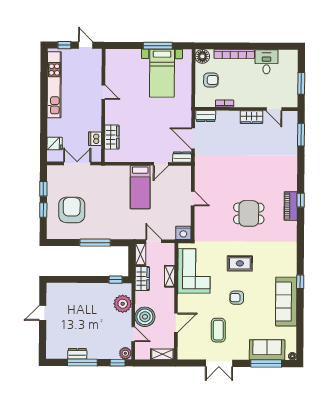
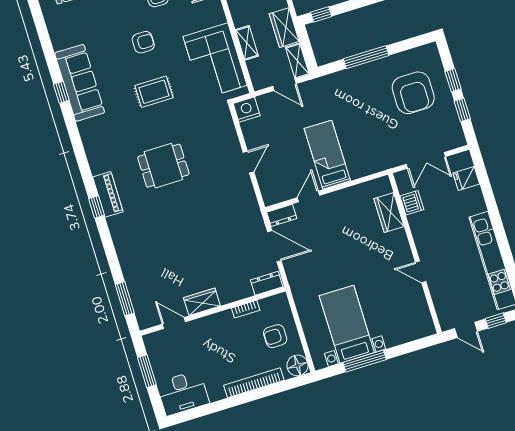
desk: (266, 62) -> (183, 393), moved, width x1.37
door: (193, 199) -> (248, 162), swing flipped
sofa: (286, 302) -> (80, 83), moved

